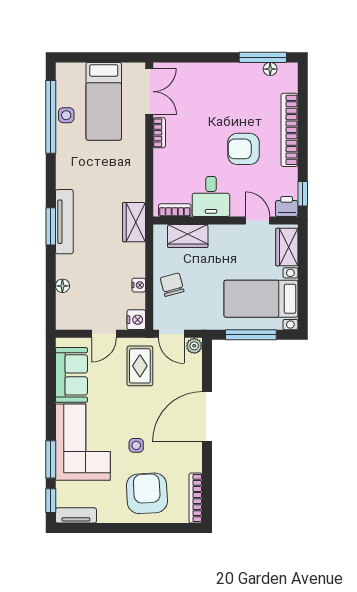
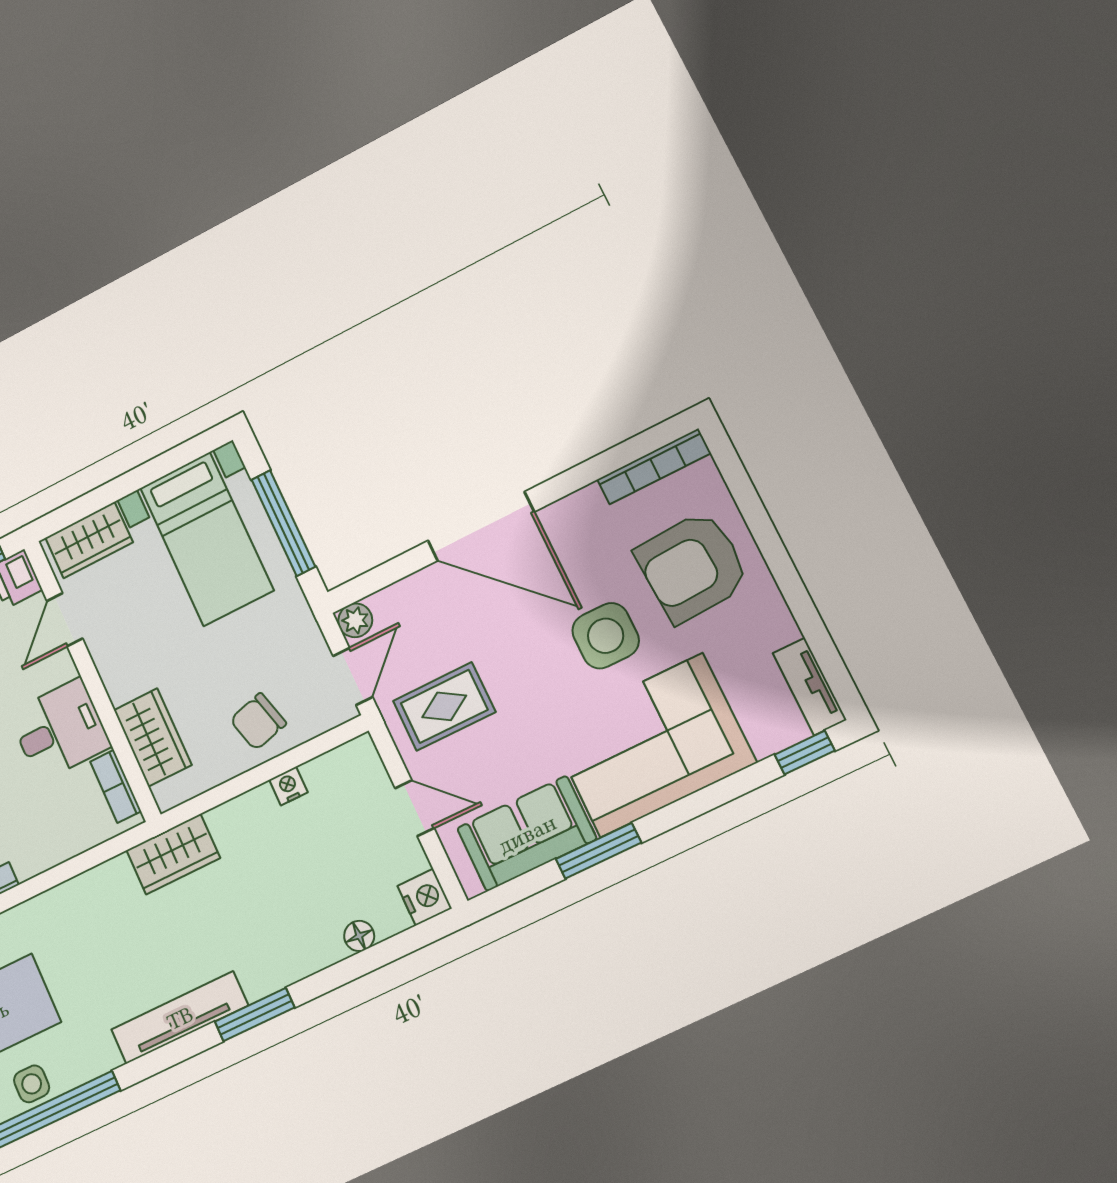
tv unit: (64, 222) -> (180, 1018), moved
nightstand: (136, 320) -> (425, 897), moved, turned 90
side table: (136, 445) -> (606, 636), width x1.87, depth x1.87
window: (51, 459) -> (599, 851), moved

